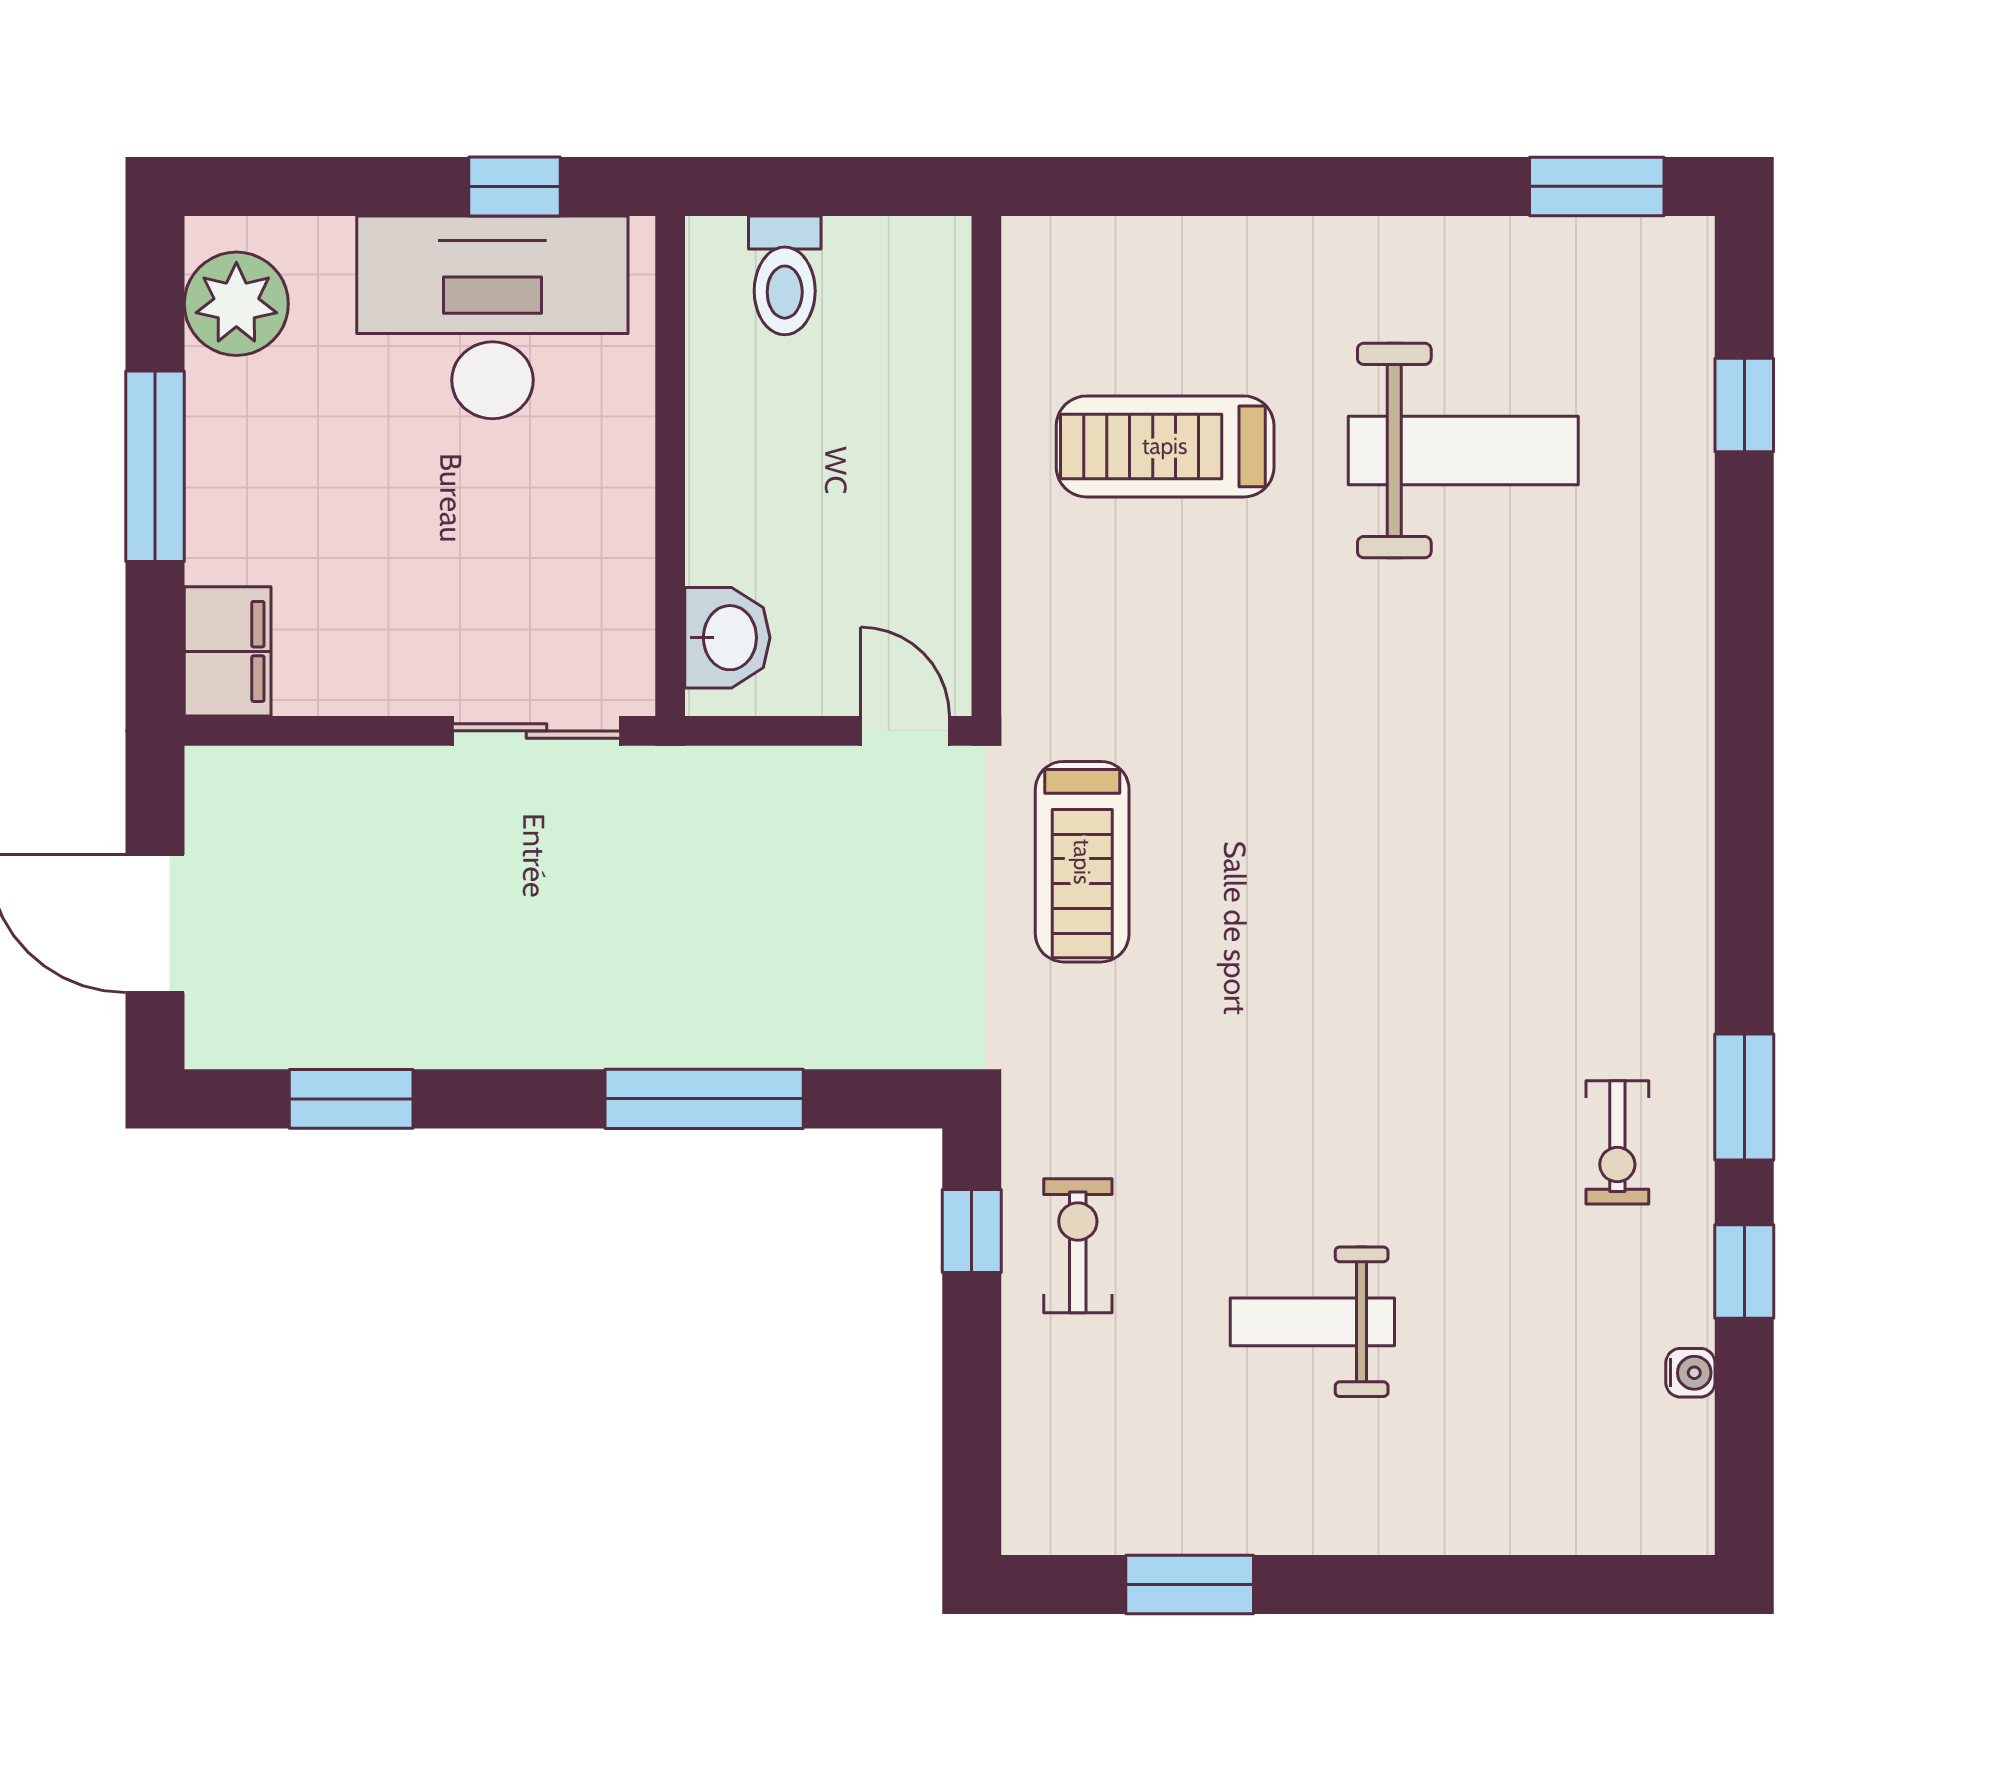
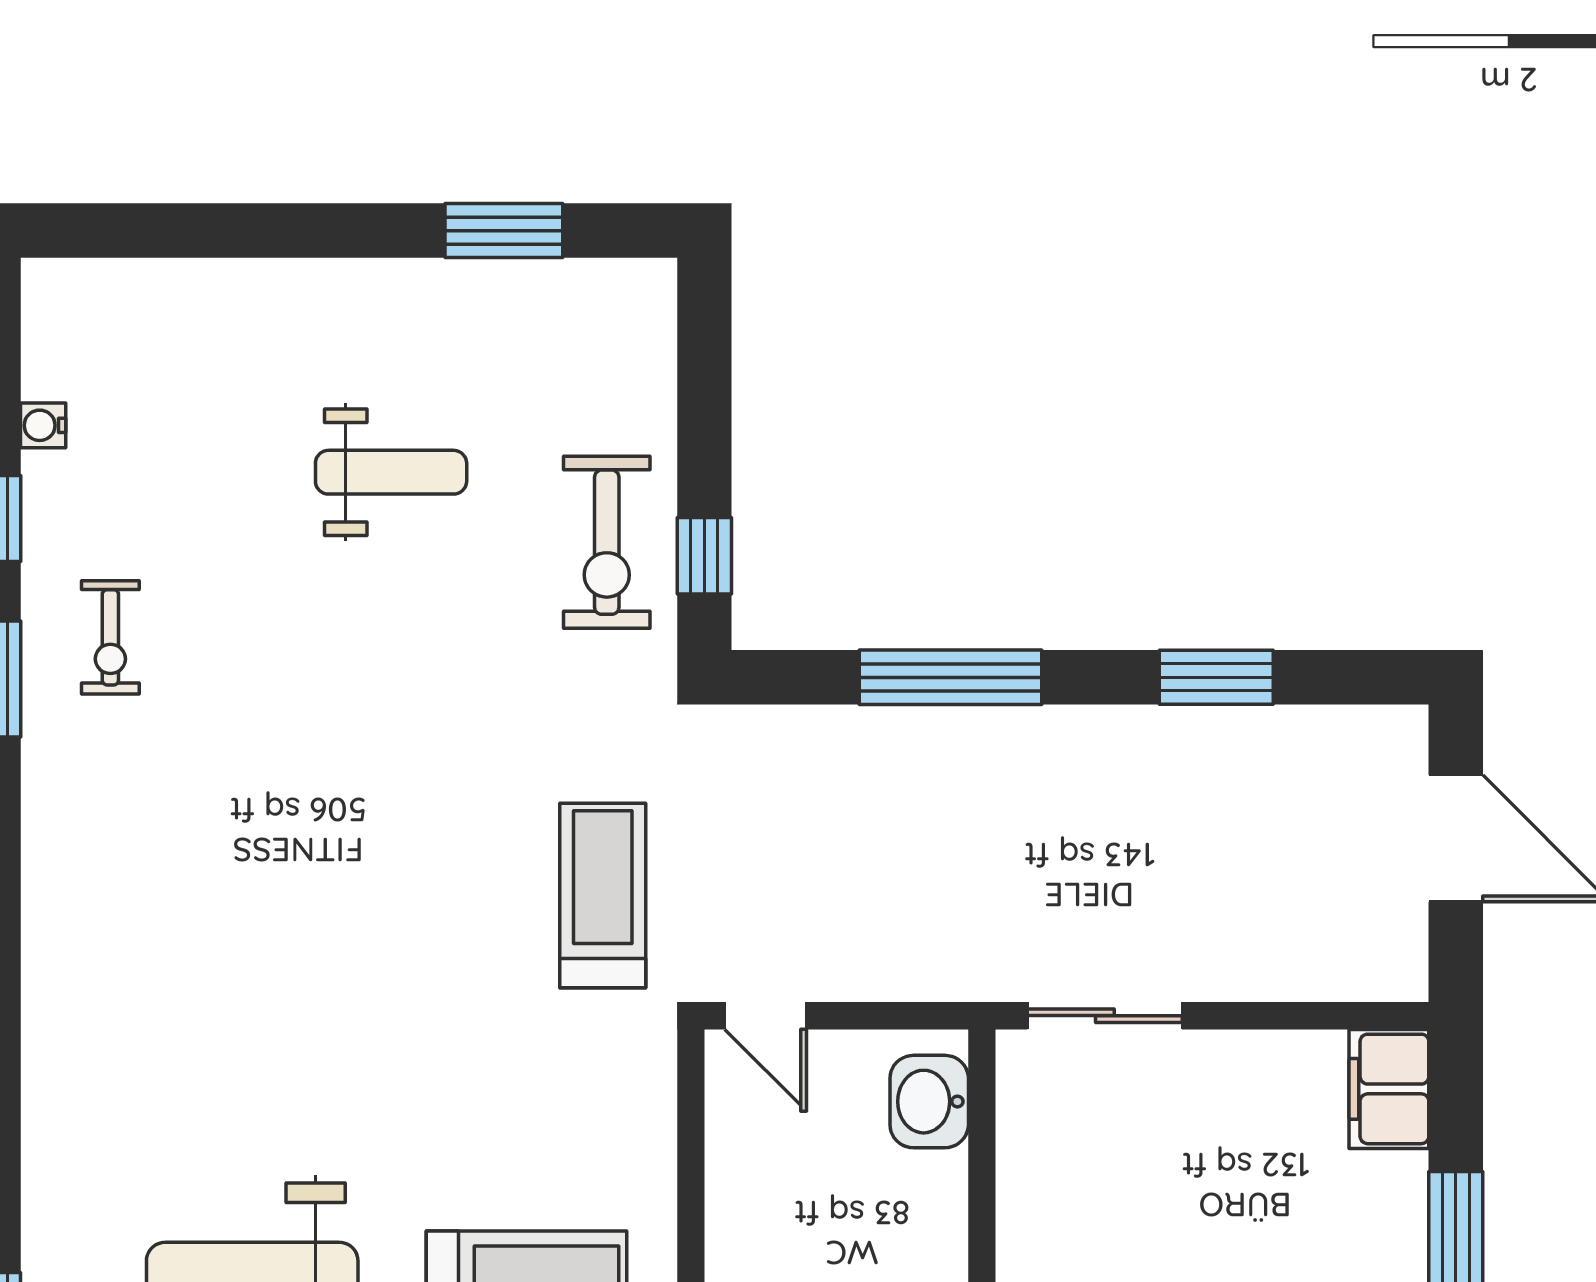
window: (351, 1099) -> (1216, 677), moved
exercise bike: (1617, 1142) -> (110, 637), turned 180
exercise bike: (1078, 1246) -> (607, 542), width x1.38, depth x1.39

